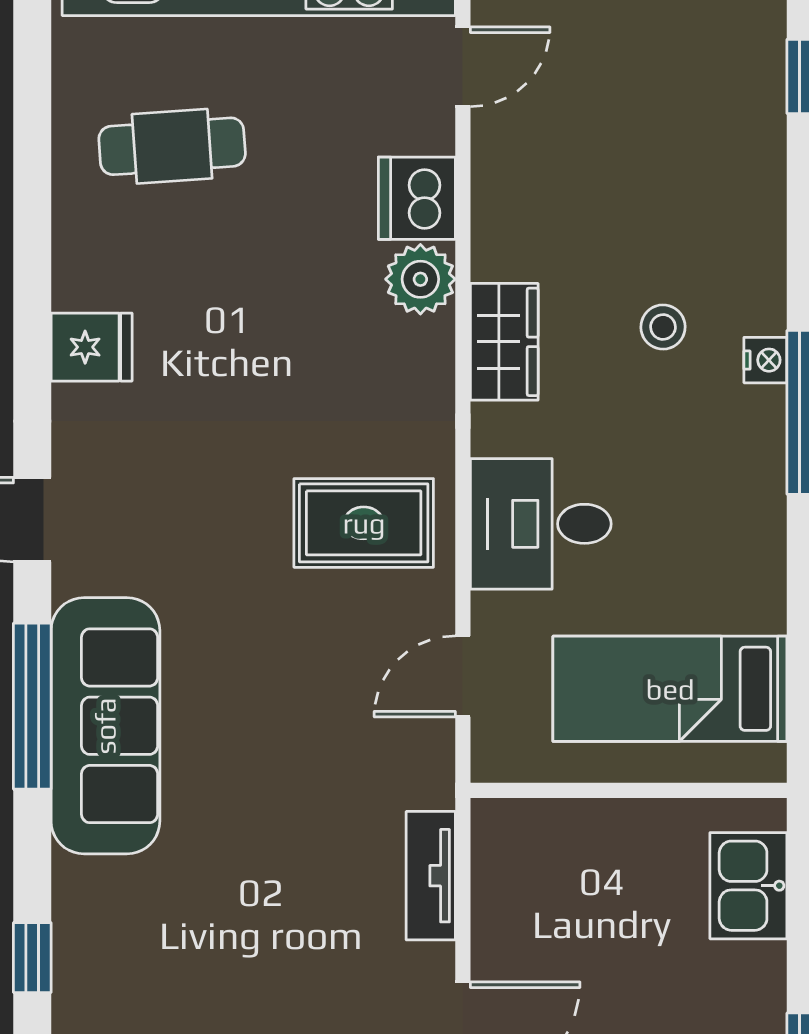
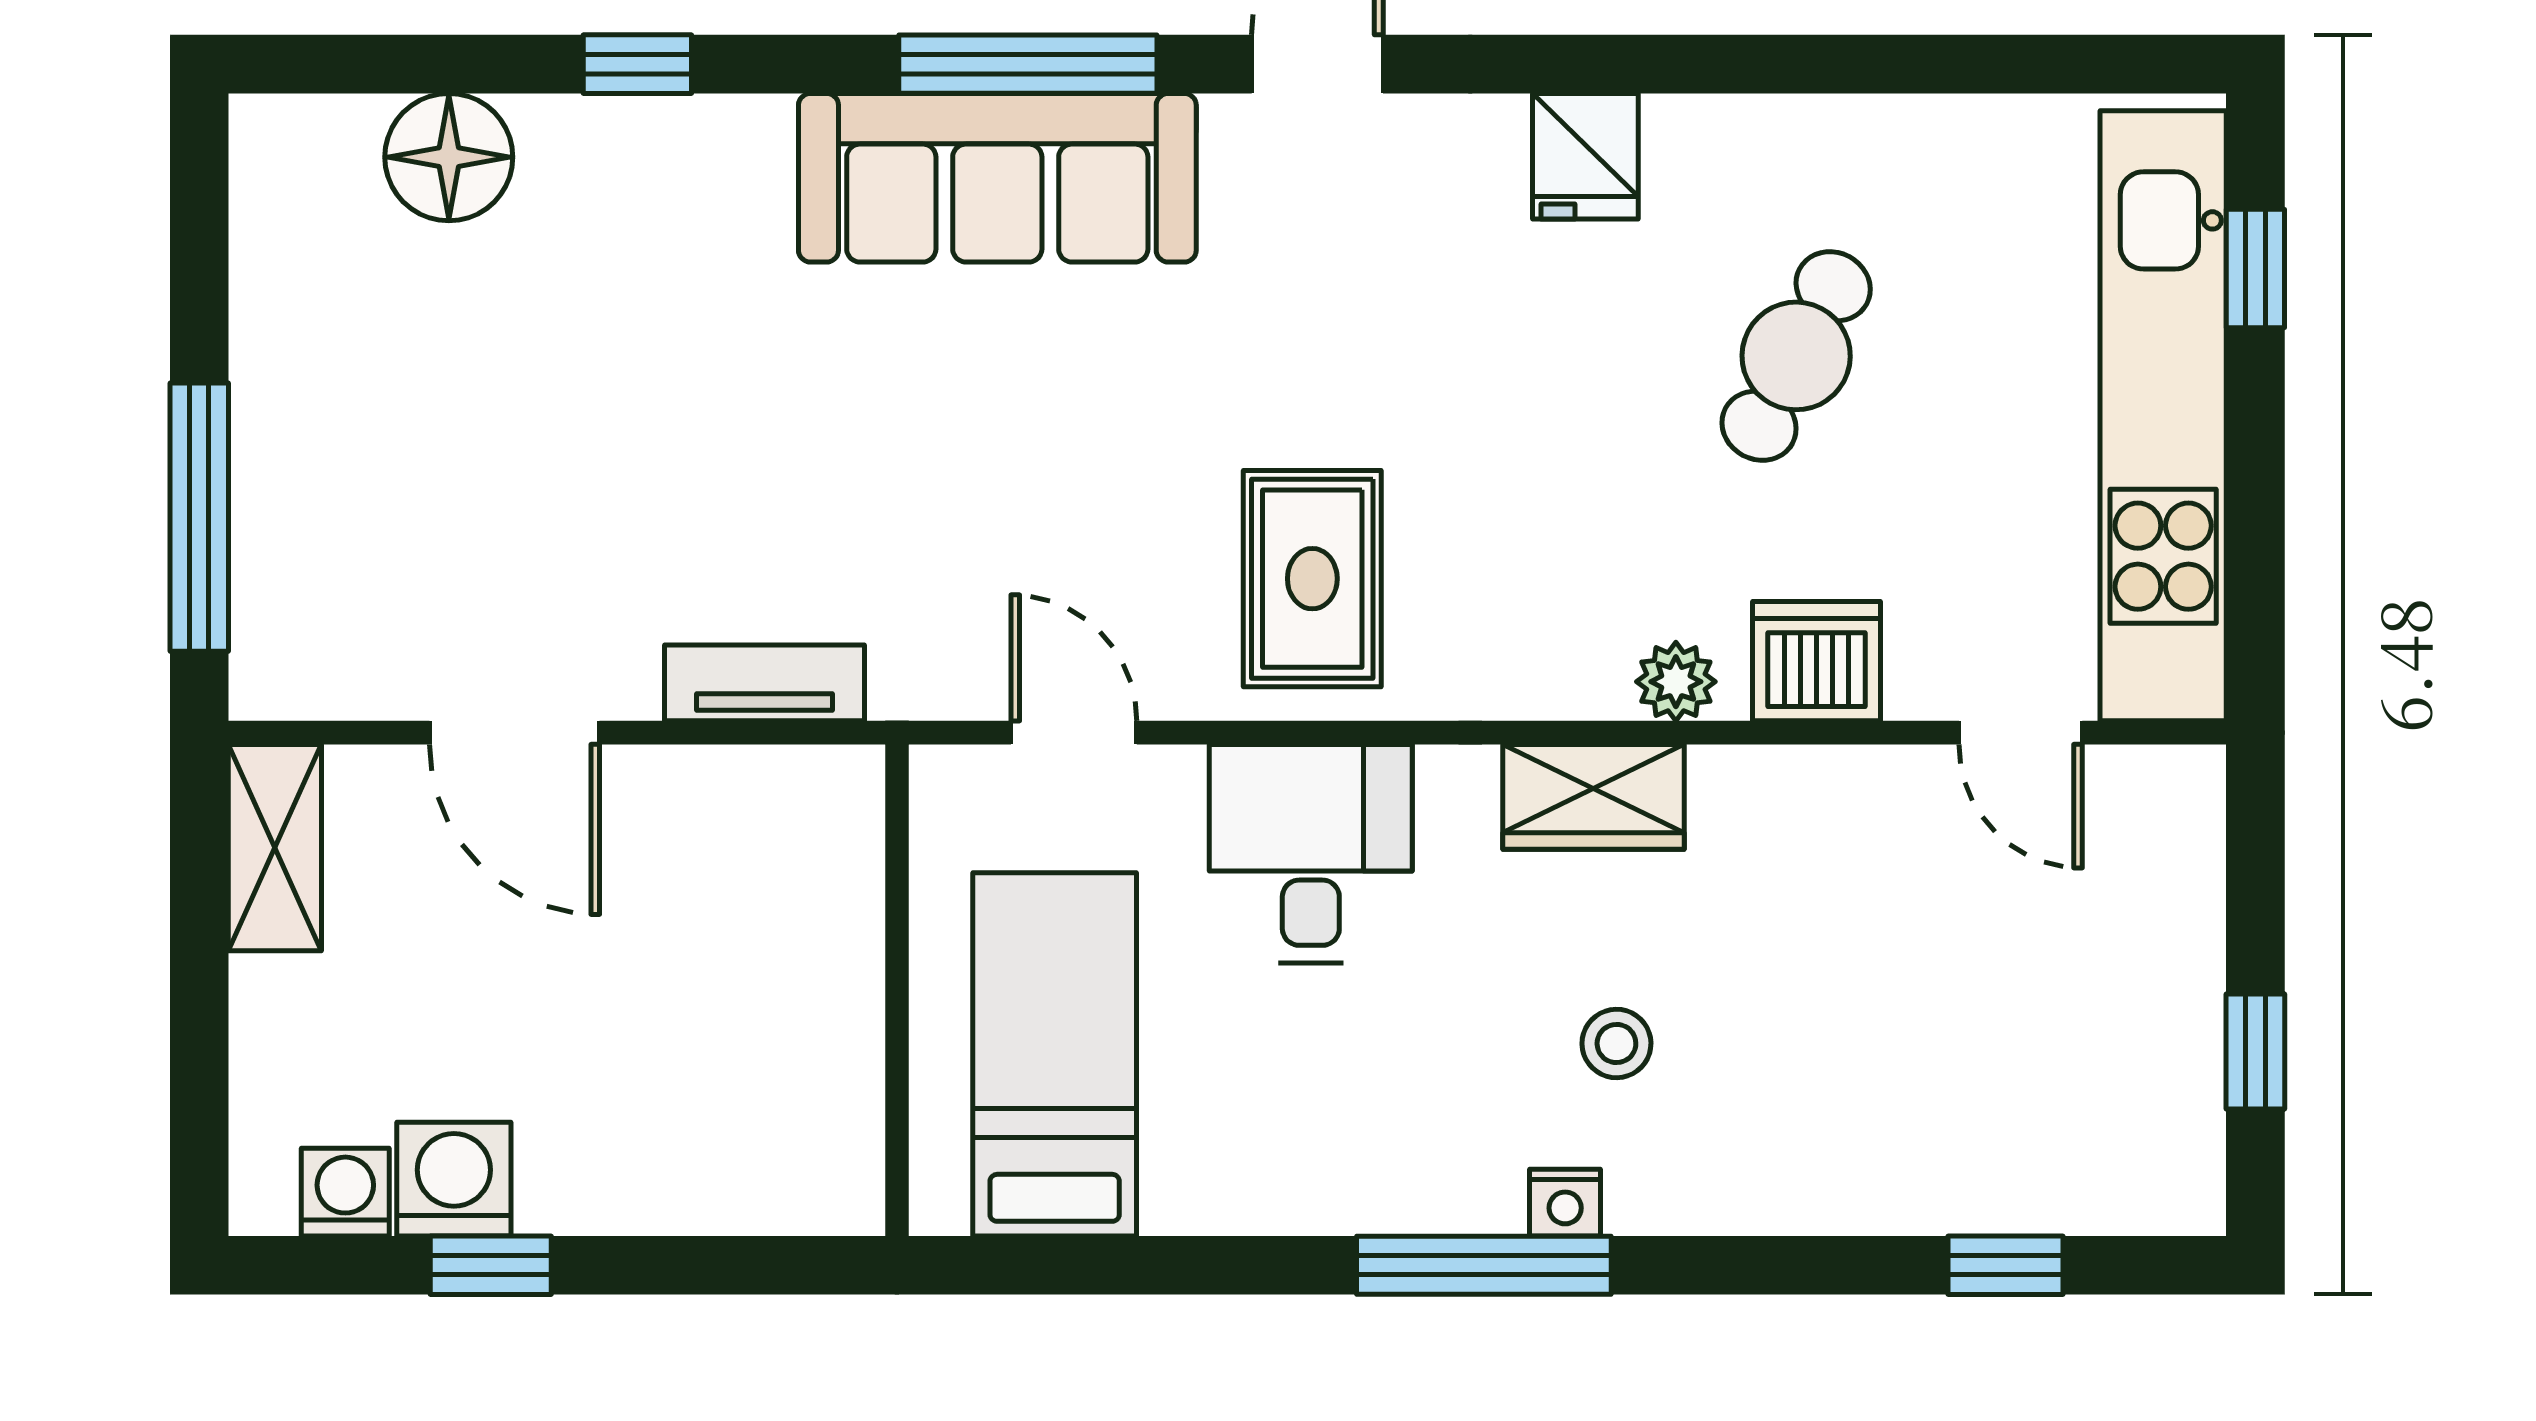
cafe table: (172, 146) -> (1796, 356), moved, turned 32
plant: (420, 279) -> (1676, 682), width x0.73, depth x0.73
kitchen sink: (748, 886) -> (749, 1176), removed

